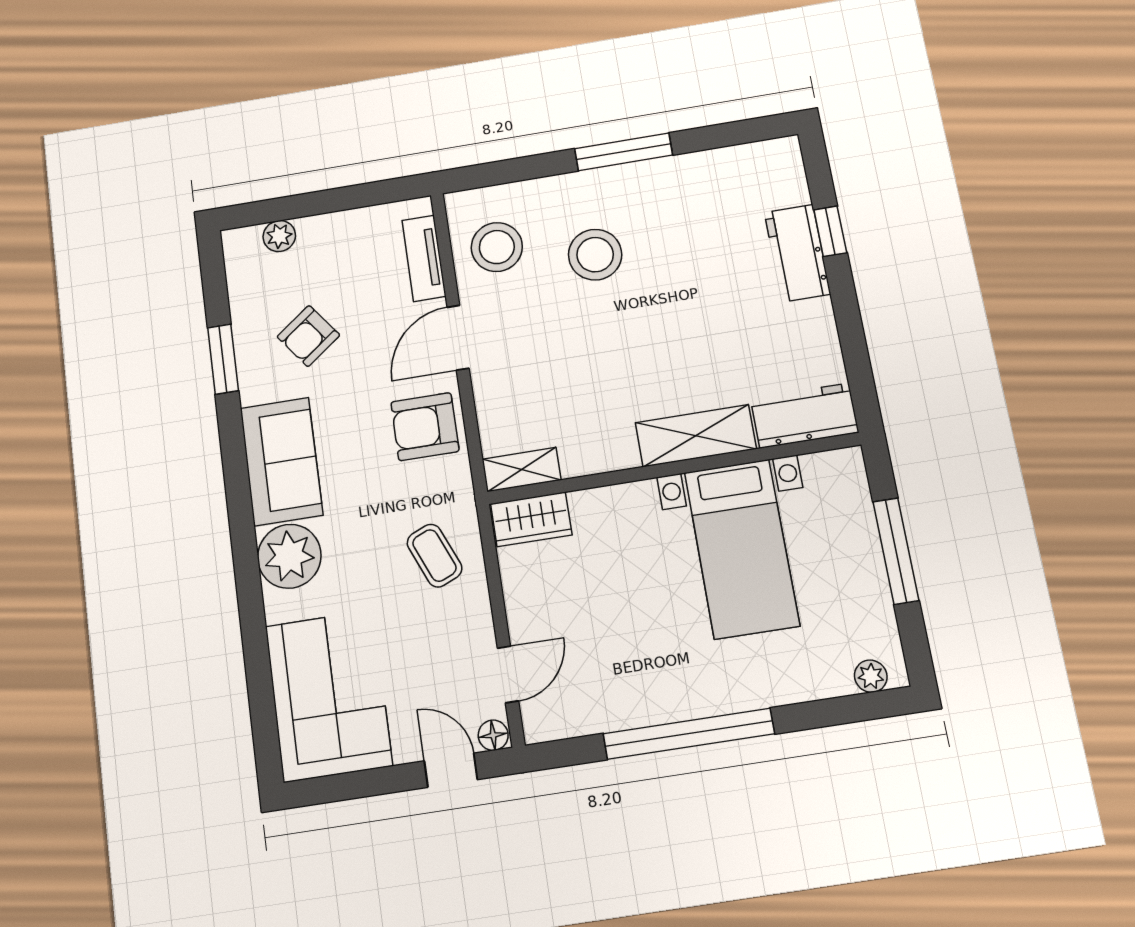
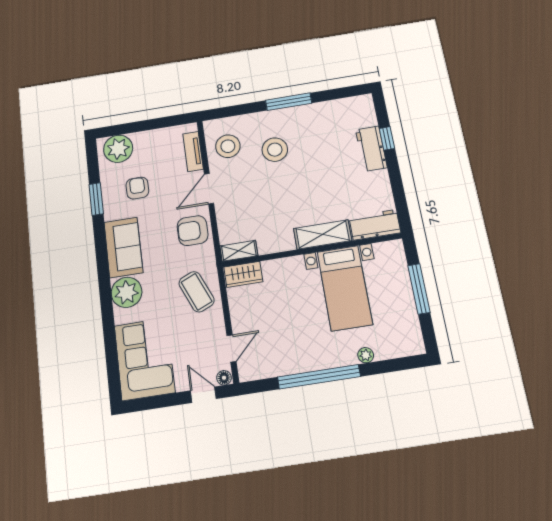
plant: (279, 236) -> (118, 149), width x1.87, depth x1.87
armchair: (308, 336) -> (137, 188), turned 127
coffee table: (434, 556) -> (197, 292), width x1.36, depth x1.30
plant: (871, 676) -> (366, 355), moved

